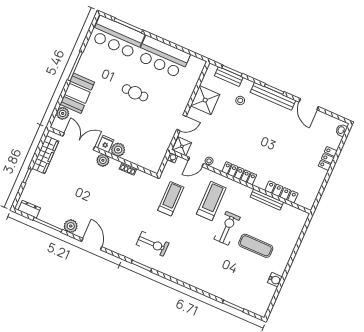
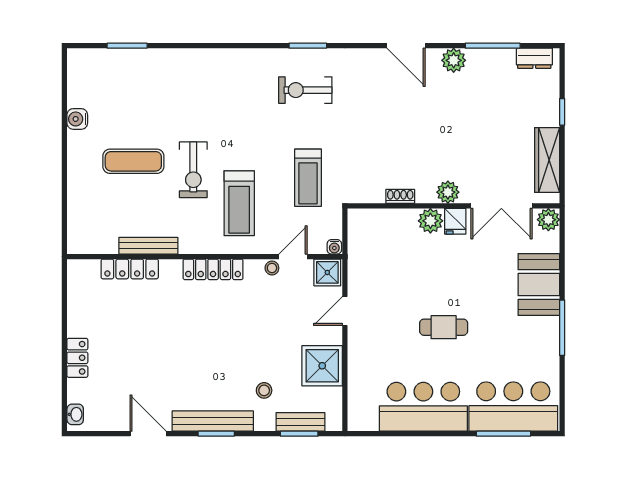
plant: (63, 113) -> (548, 220), moved

